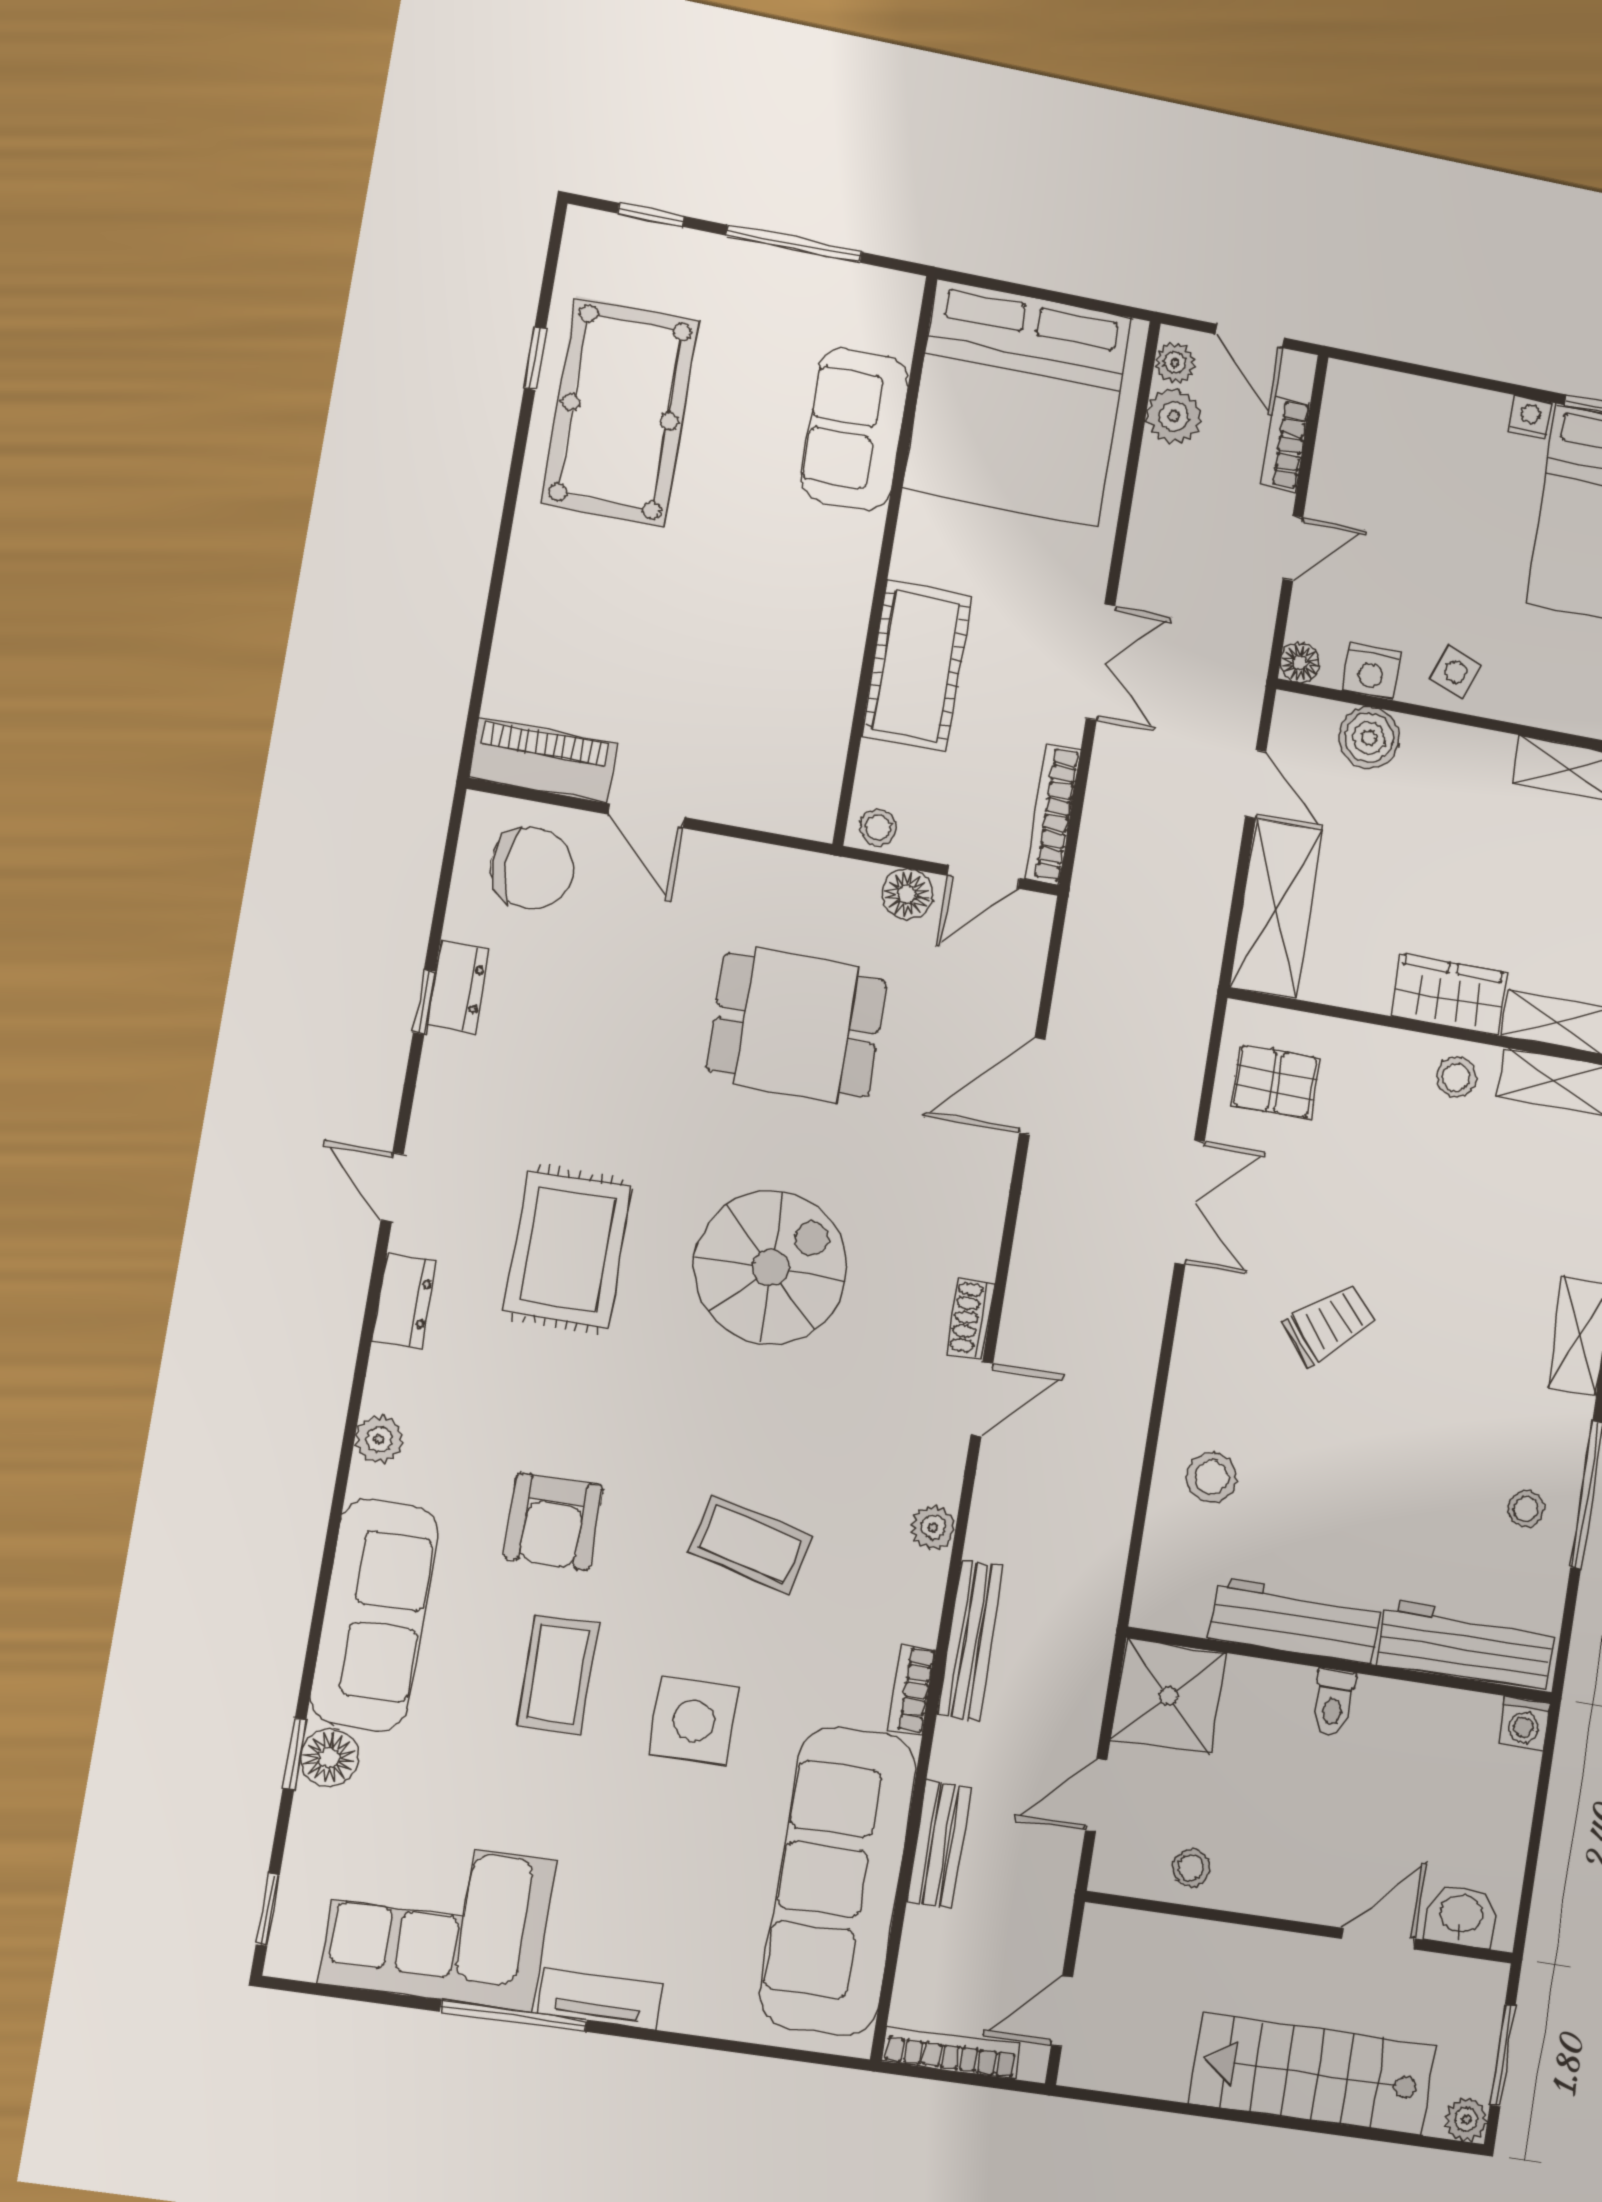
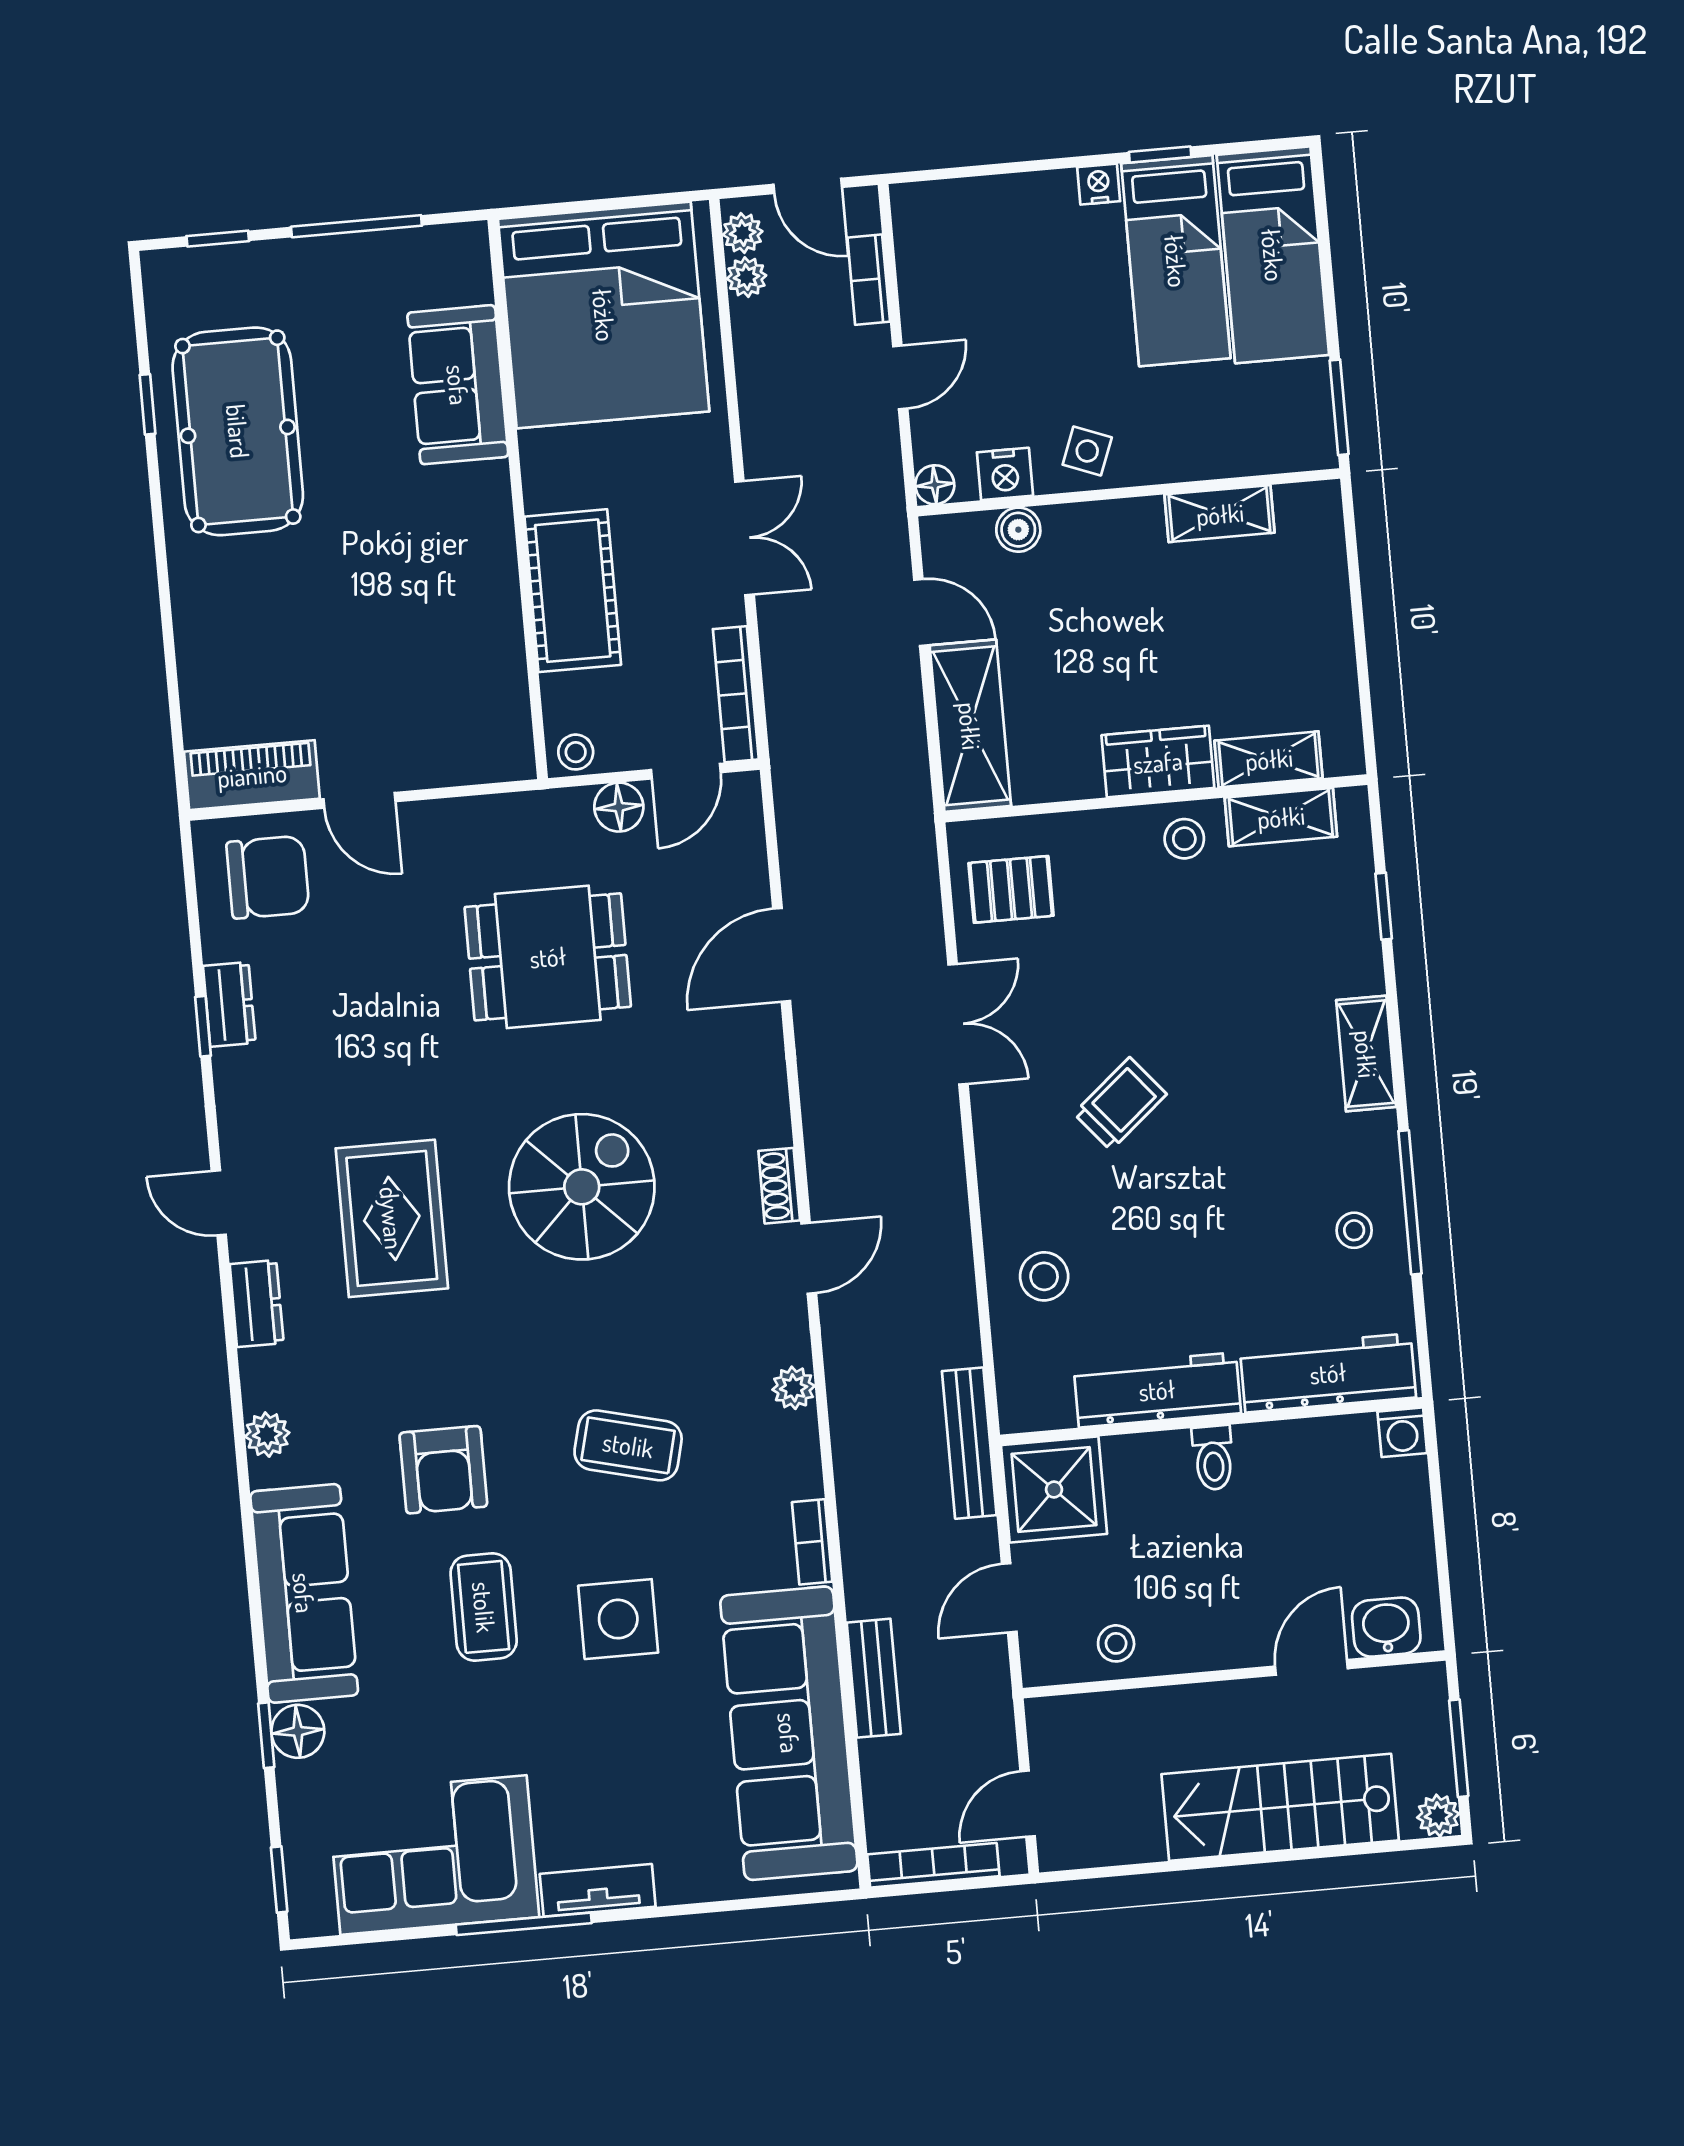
plant: (1174, 416) -> (746, 277), width x0.73, depth x0.73
boiler: (1369, 737) -> (1018, 530), width x0.73, depth x0.73
bench: (970, 1640) -> (969, 1443), moved

